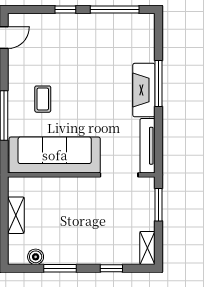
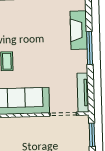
fireplace: (144, 90) -> (79, 30), moved

